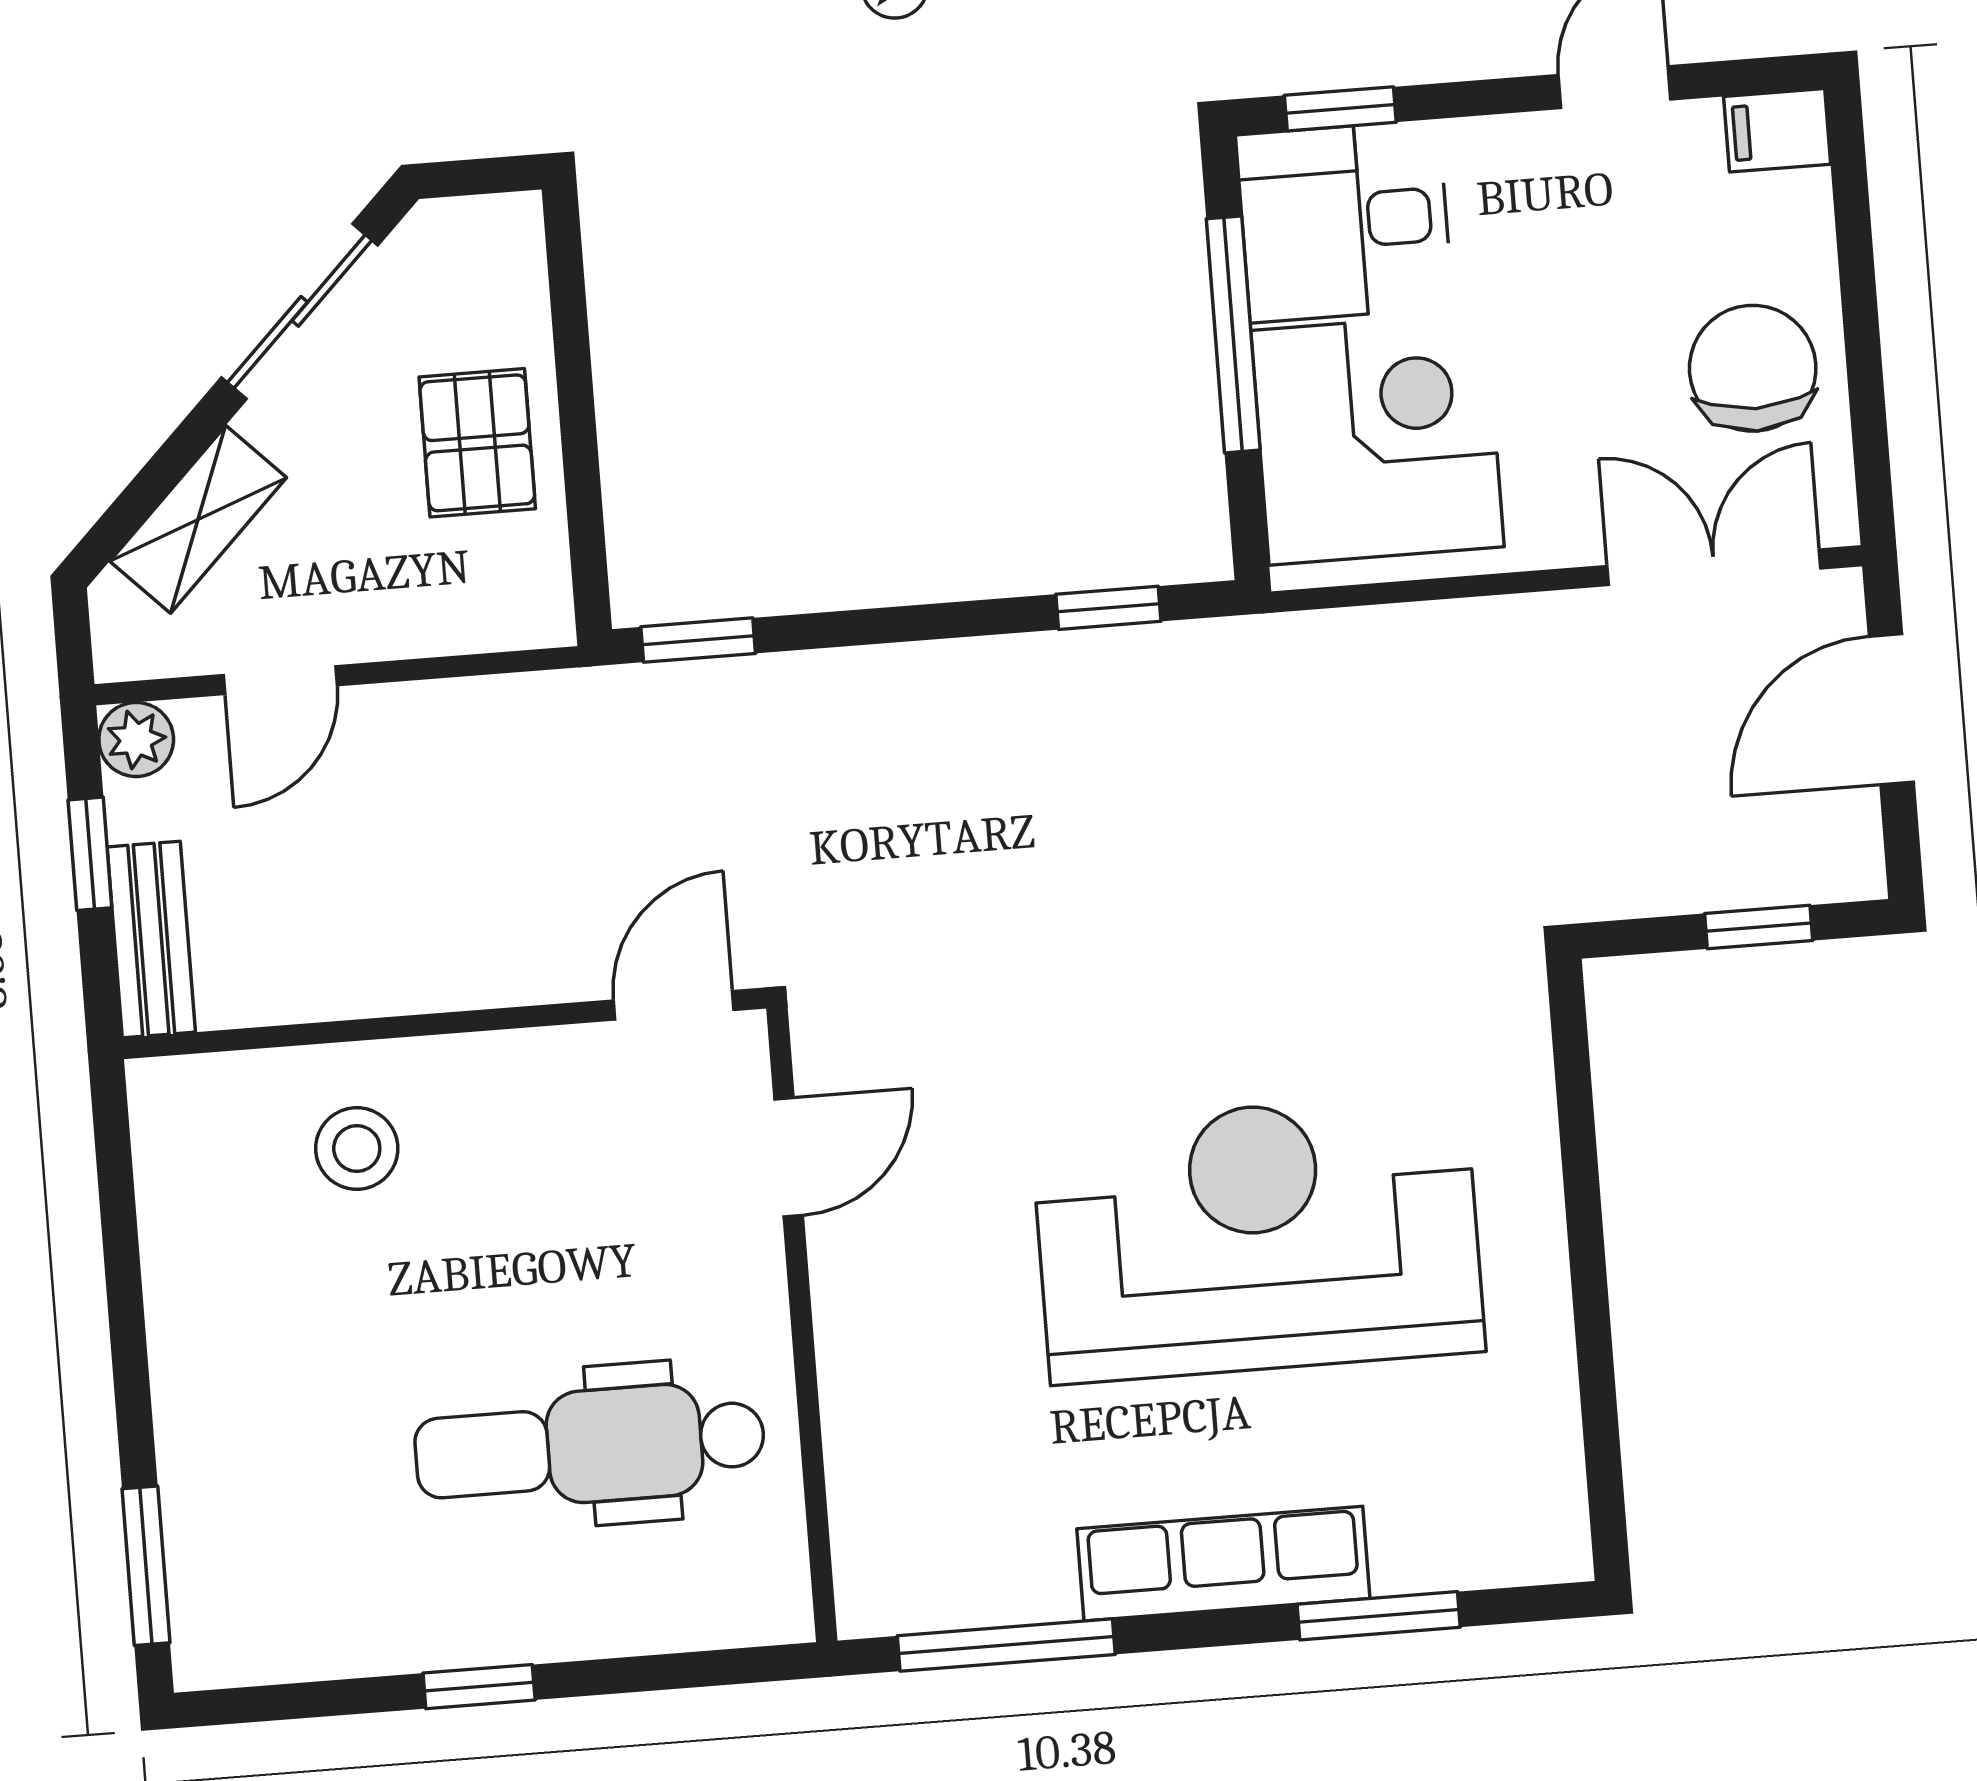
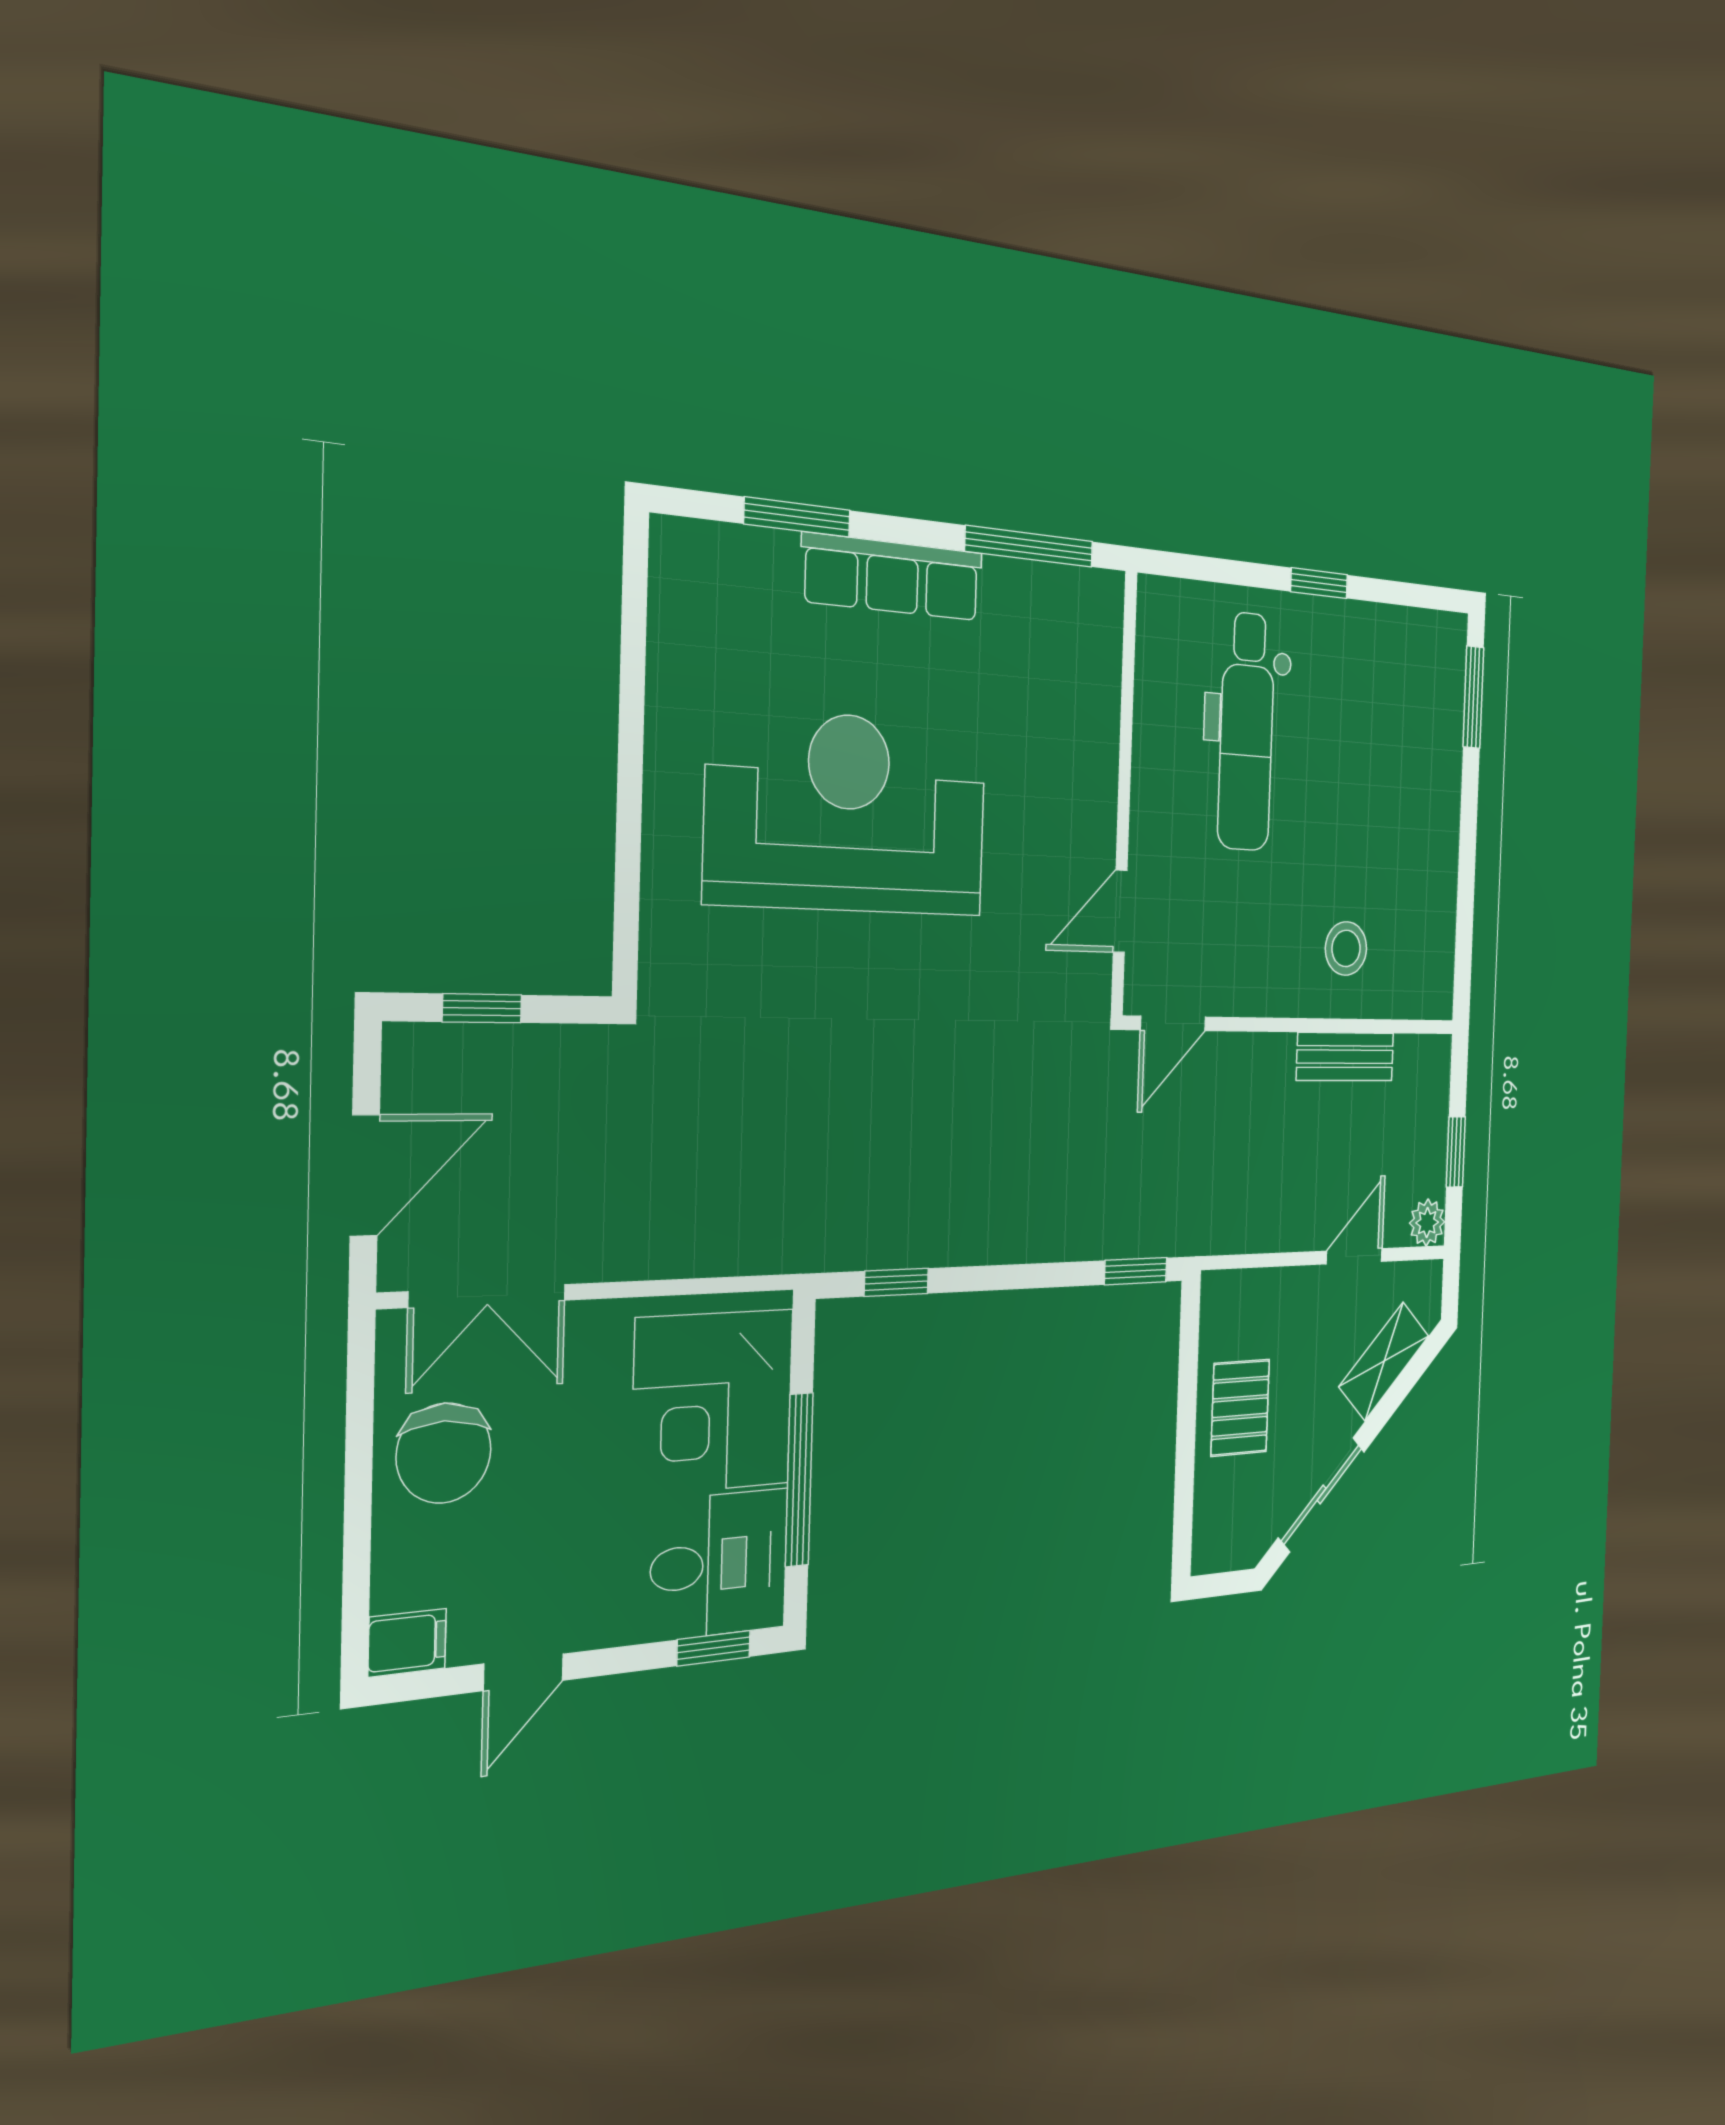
bench: (151, 939) -> (1345, 1057), moved, turned 90
reception desk: (1258, 1238) -> (848, 813), turned 180
dental chair: (590, 1446) -> (1246, 732), turned 90

